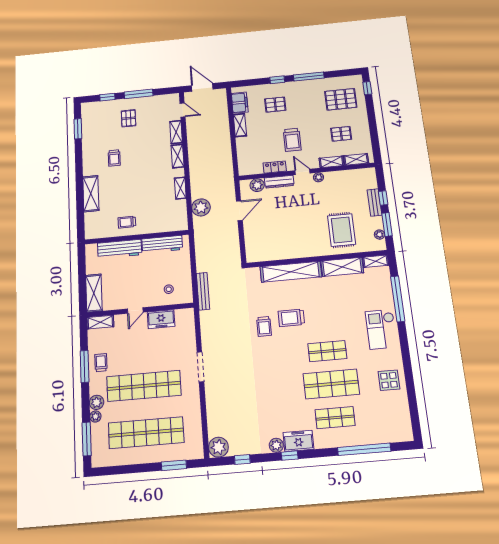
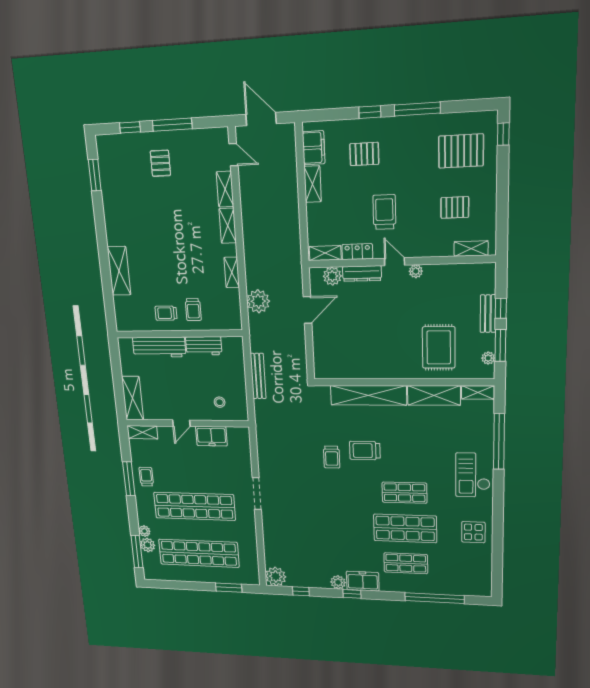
trolley: (292, 140) -> (384, 212), turned 180
trolley: (114, 158) -> (193, 310), moved
shelving: (332, 162) -> (325, 253), moved
workbench: (162, 244) -> (204, 346), width x0.73
bench: (203, 291) -> (258, 376), moved
plant: (97, 402) -> (148, 545), moved

